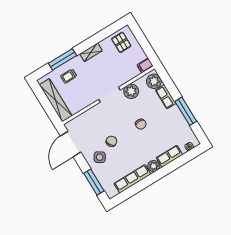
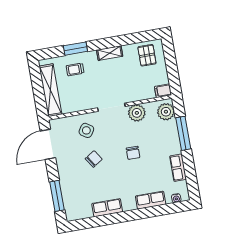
window: (62, 59) -> (75, 49), width x0.69
row of seats: (166, 97) -> (178, 168), moved
window: (186, 111) -> (183, 133), moved
side table: (100, 157) -> (86, 130), moved
plant: (154, 166) -> (129, 204), removed
row of seats: (132, 179) -> (107, 208), width x0.68

